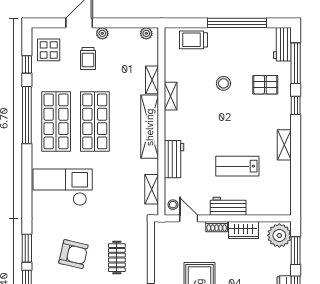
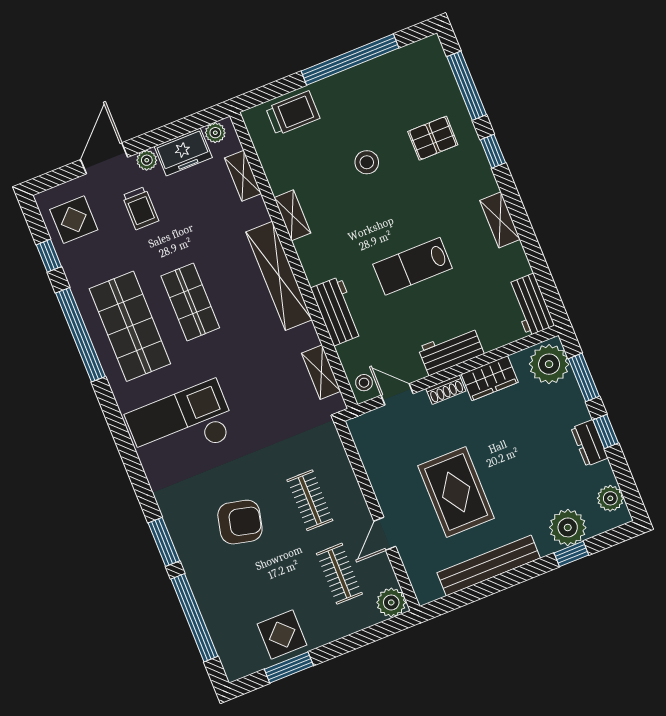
freezer: (124, 37) -> (183, 152), added
trolley: (193, 40) -> (293, 113), turned 180
workbench: (282, 44) -> (531, 305), moved
shelving: (152, 80) -> (243, 176), moved
shop shelf: (95, 121) -> (190, 302), width x0.70, depth x0.74
lab bench: (237, 166) -> (413, 266), moved

